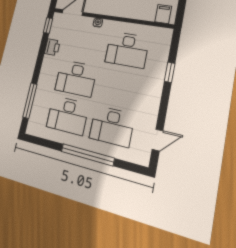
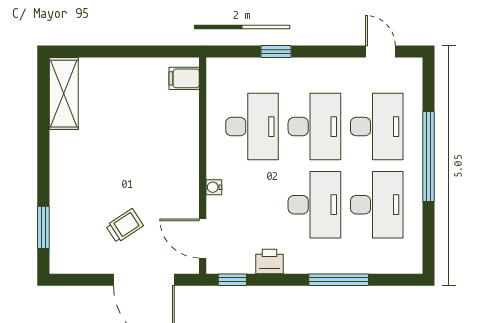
desk: (120, 87) -> (314, 127), added
window: (30, 101) -> (339, 280), moved

